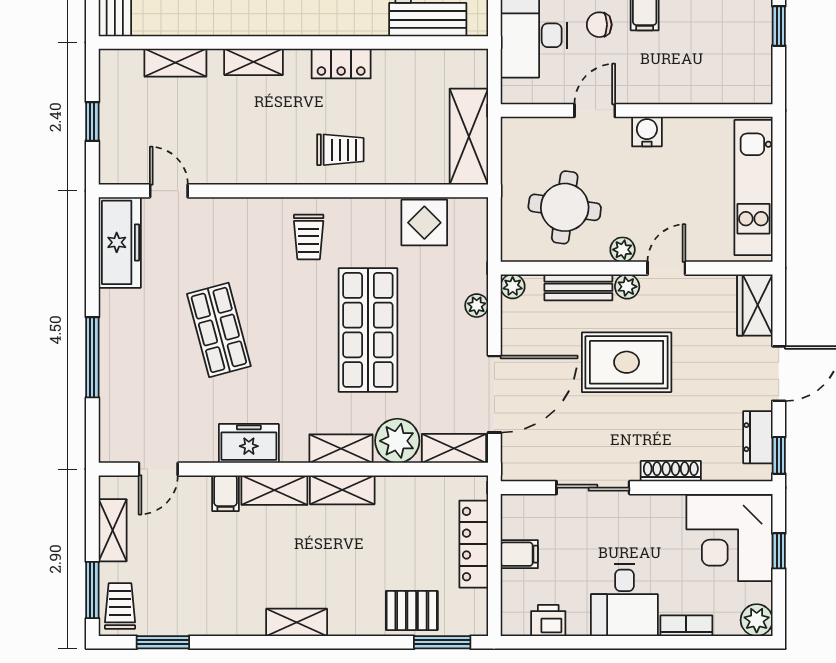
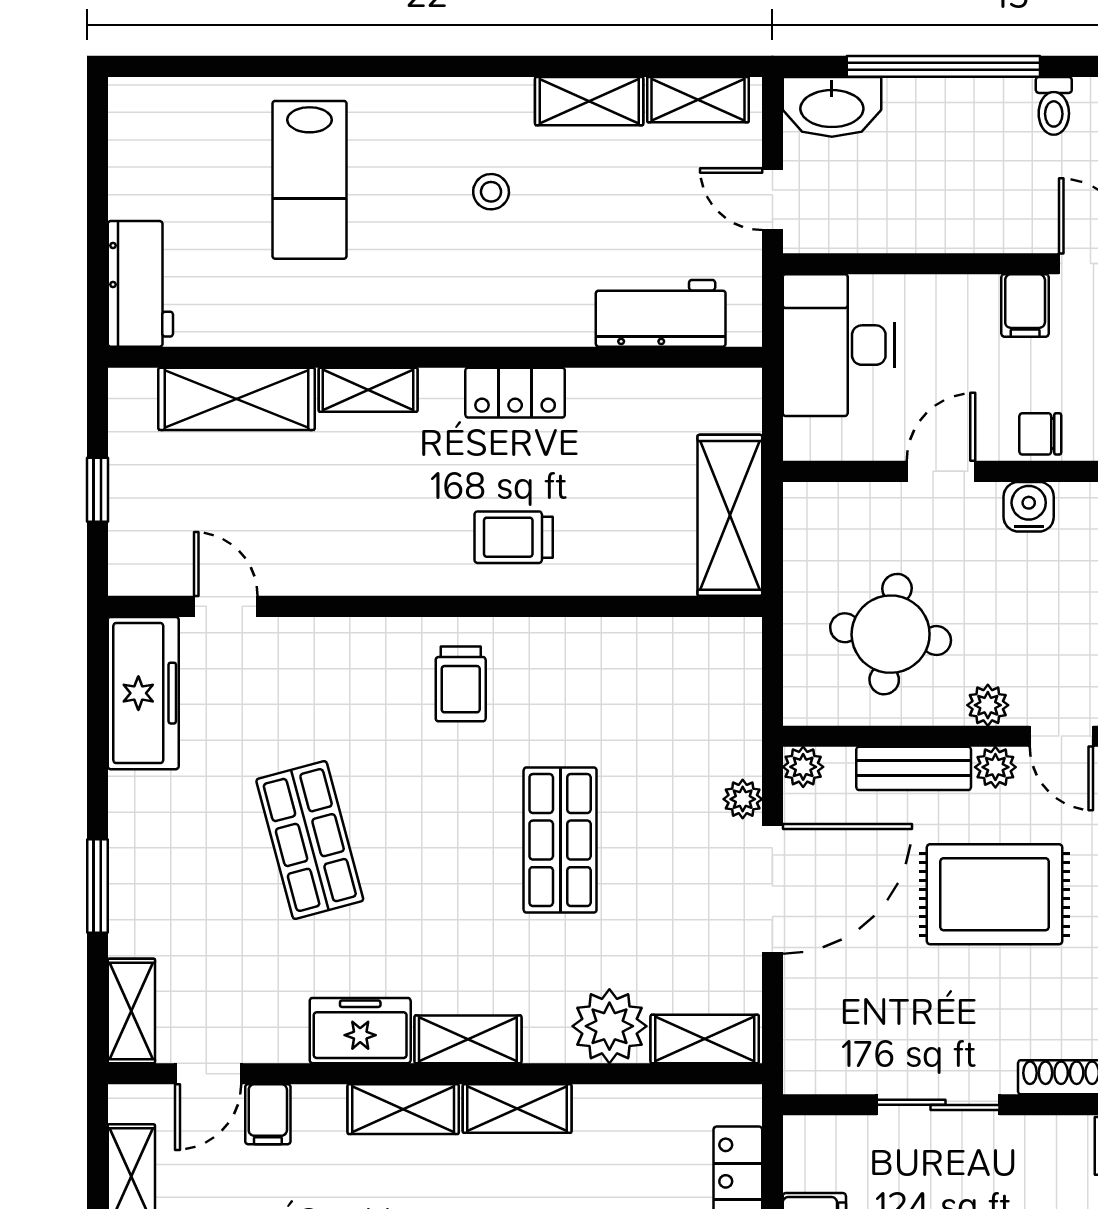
chair: (599, 25) -> (1040, 434), moved
shelving: (175, 63) -> (237, 399), width x1.50, depth x1.33
trolley: (340, 150) -> (514, 537), turned 180
display table: (424, 223) -> (655, 660), removed
door: (666, 268) -> (1061, 736), swing flipped
shop shelf: (368, 330) -> (560, 840), width x0.70, depth x0.74
window: (92, 357) -> (97, 886), width x0.69
door: (494, 394) -> (772, 889), moved
shelving: (113, 432) -> (131, 1011), added
shelving: (341, 449) -> (468, 1039), moved
filing cabinet: (225, 493) -> (268, 1114), moved

